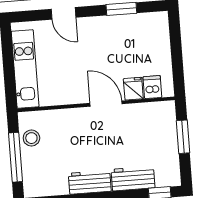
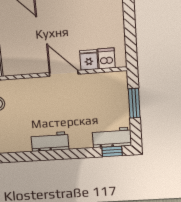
workbench: (133, 179) -> (112, 138), moved

